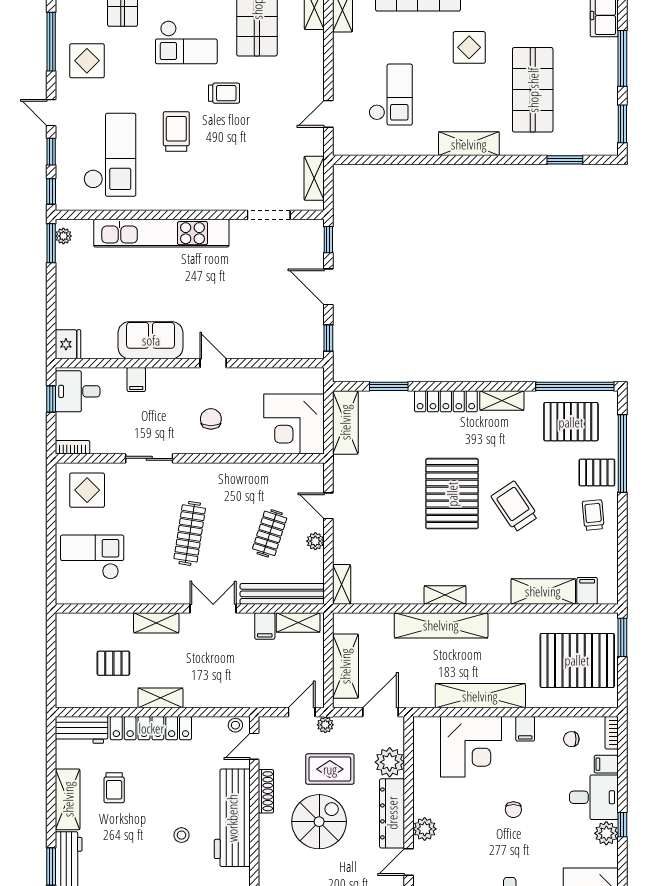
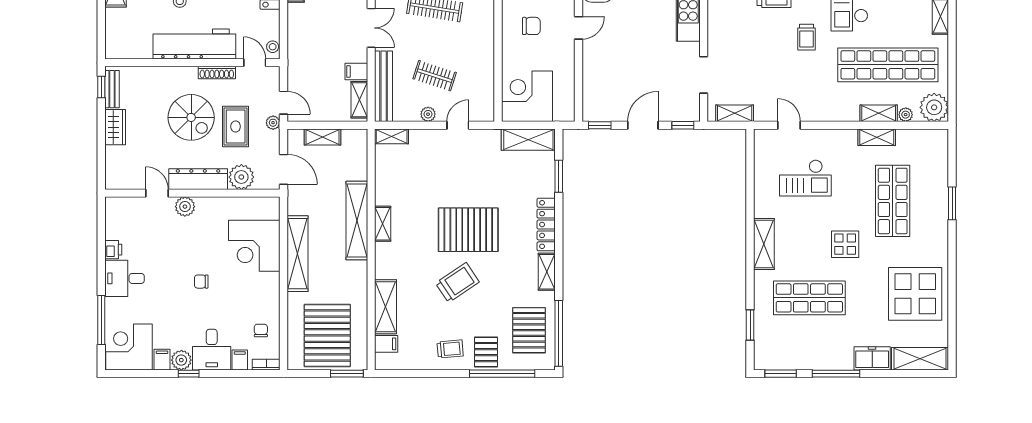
shelving: (345, 666) -> (323, 137), width x0.67, depth x0.75
filing cabinet: (525, 729) -> (162, 360), moved, turned 90

